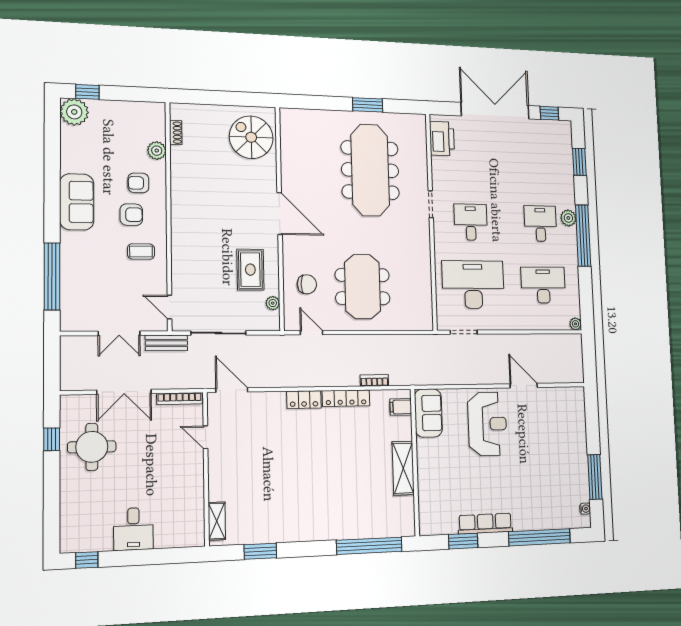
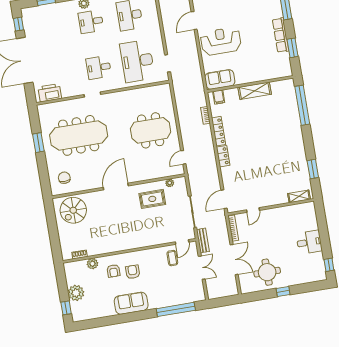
plant: (74, 112) -> (76, 293), moved
coffee table: (141, 252) -> (172, 258), moved
chair: (307, 284) -> (64, 178), moved
window: (52, 439) -> (283, 292), moved

